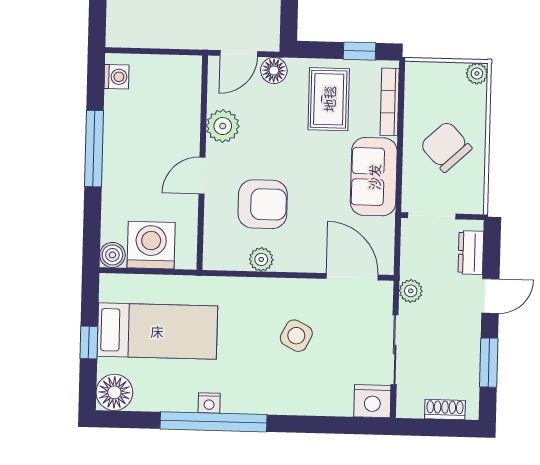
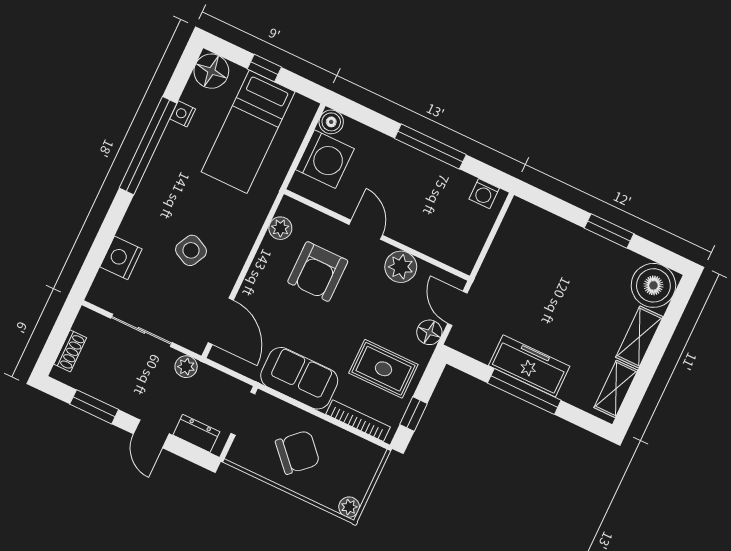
plant: (261, 259) -> (280, 228), moved
door: (352, 277) -> (221, 321), hinge flipped
nightstand: (372, 401) -> (121, 258), moved
nightstand: (209, 403) -> (183, 114), moved

